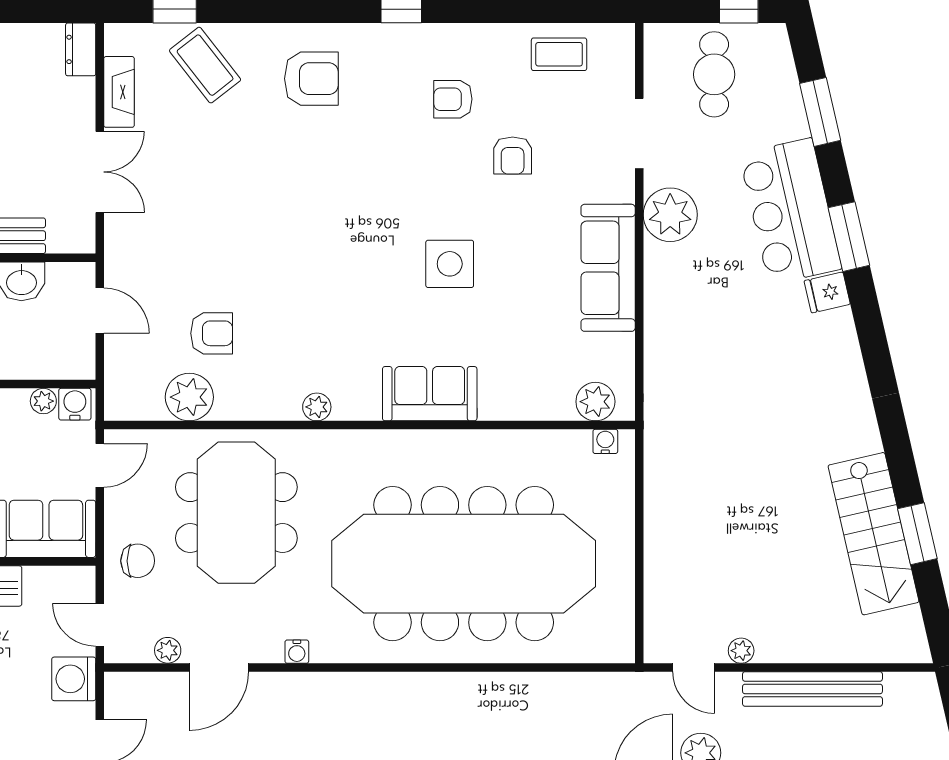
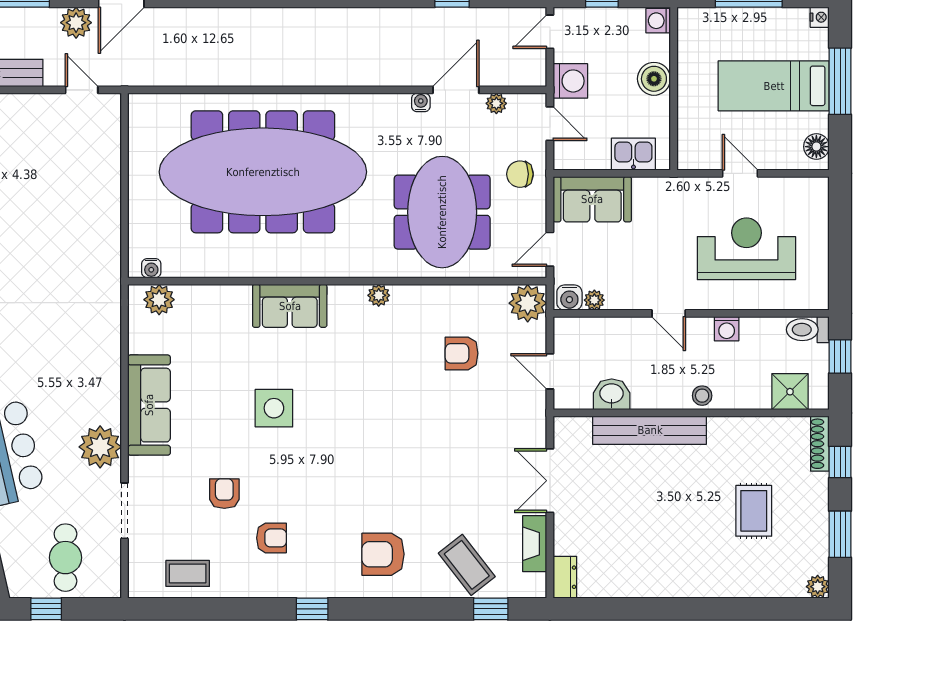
plant: (189, 397) -> (528, 303), moved
plant: (741, 651) -> (44, 103), removed
water cooler: (297, 652) -> (421, 102), moved

